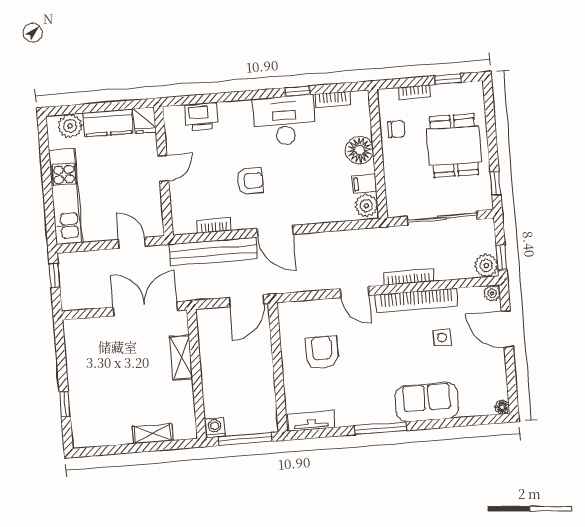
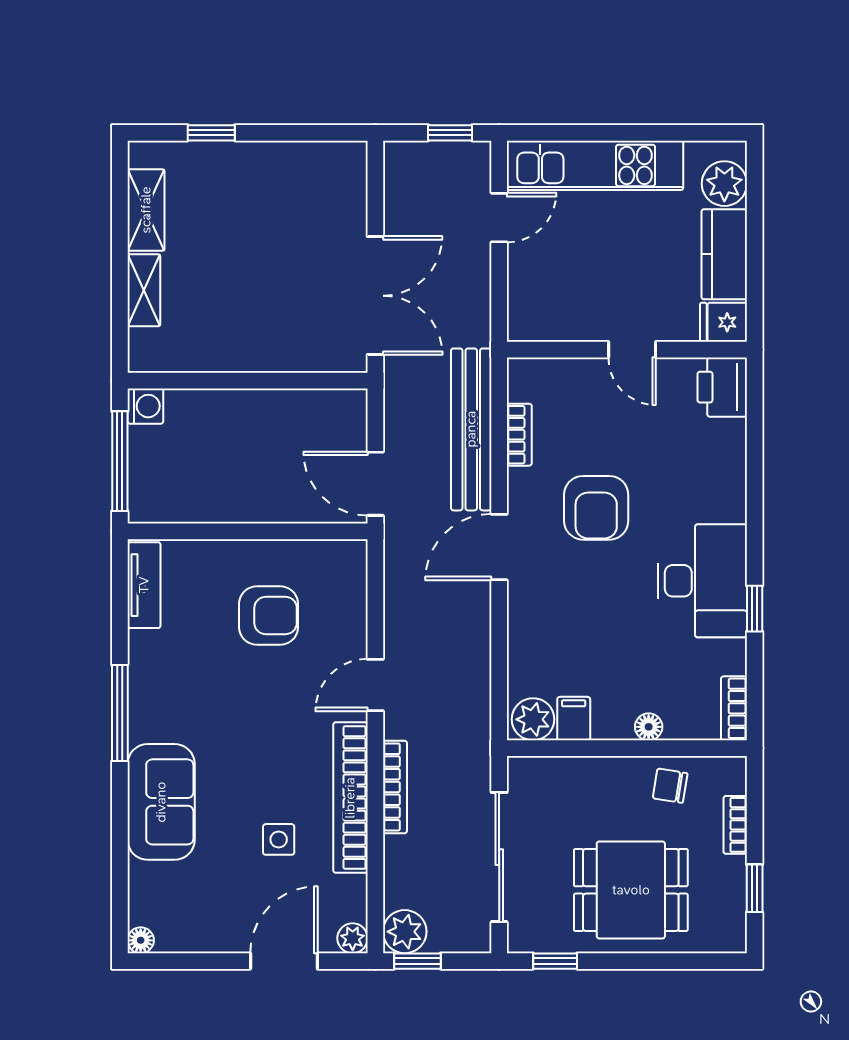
bookcase: (333, 100) -> (734, 708), moved
printer: (201, 116) -> (722, 387), moved
chair: (396, 129) -> (670, 786), turned 99
floor lamp: (360, 150) -> (649, 727), width x0.53, depth x0.53
armchair: (250, 181) -> (596, 508), width x1.38, depth x1.38
door: (132, 243) -> (499, 218), moved
shelving: (181, 357) -> (146, 210), moved, turned 90

